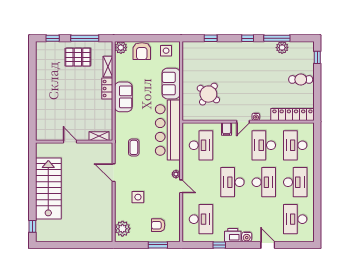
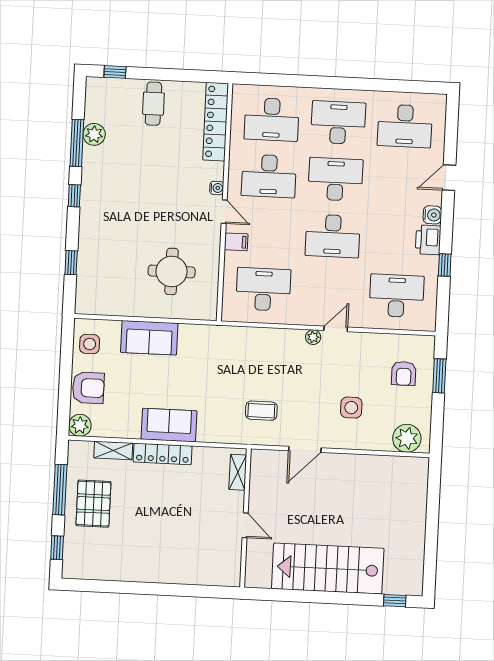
locker: (107, 88) -> (163, 454), width x1.53
round table: (208, 94) -> (172, 271), turned -36
bar counter: (168, 130) -> (233, 348), removed
door: (70, 142) -> (245, 525), swing flipped

